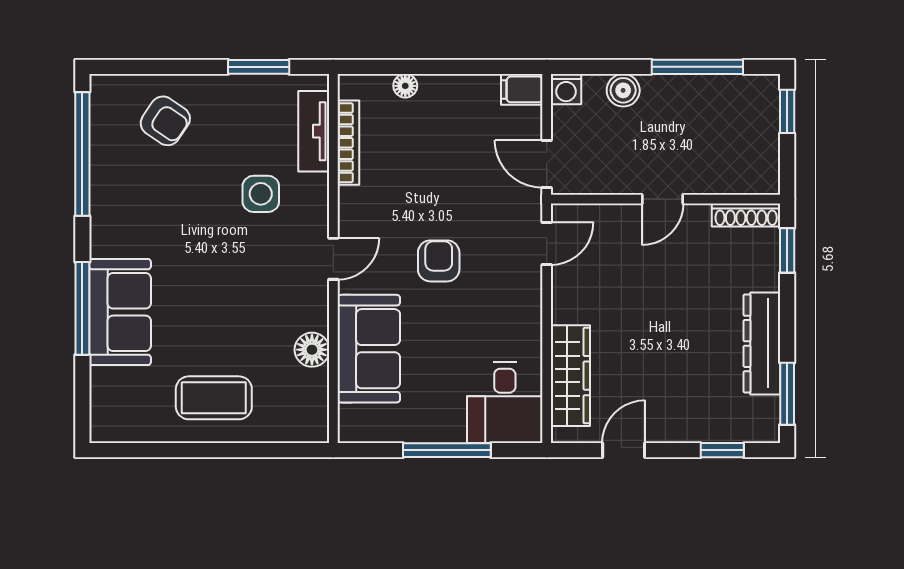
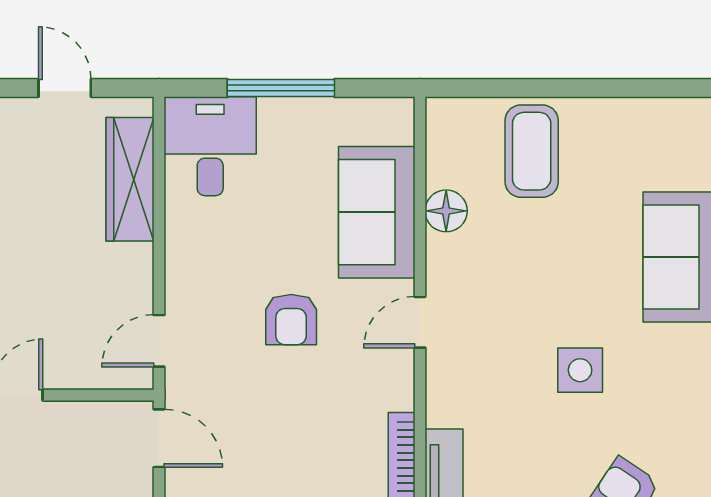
side table: (261, 194) -> (580, 370), moved
coffee table: (214, 398) -> (532, 151), moved, turned 90
door: (624, 450) -> (65, 88), swing flipped

